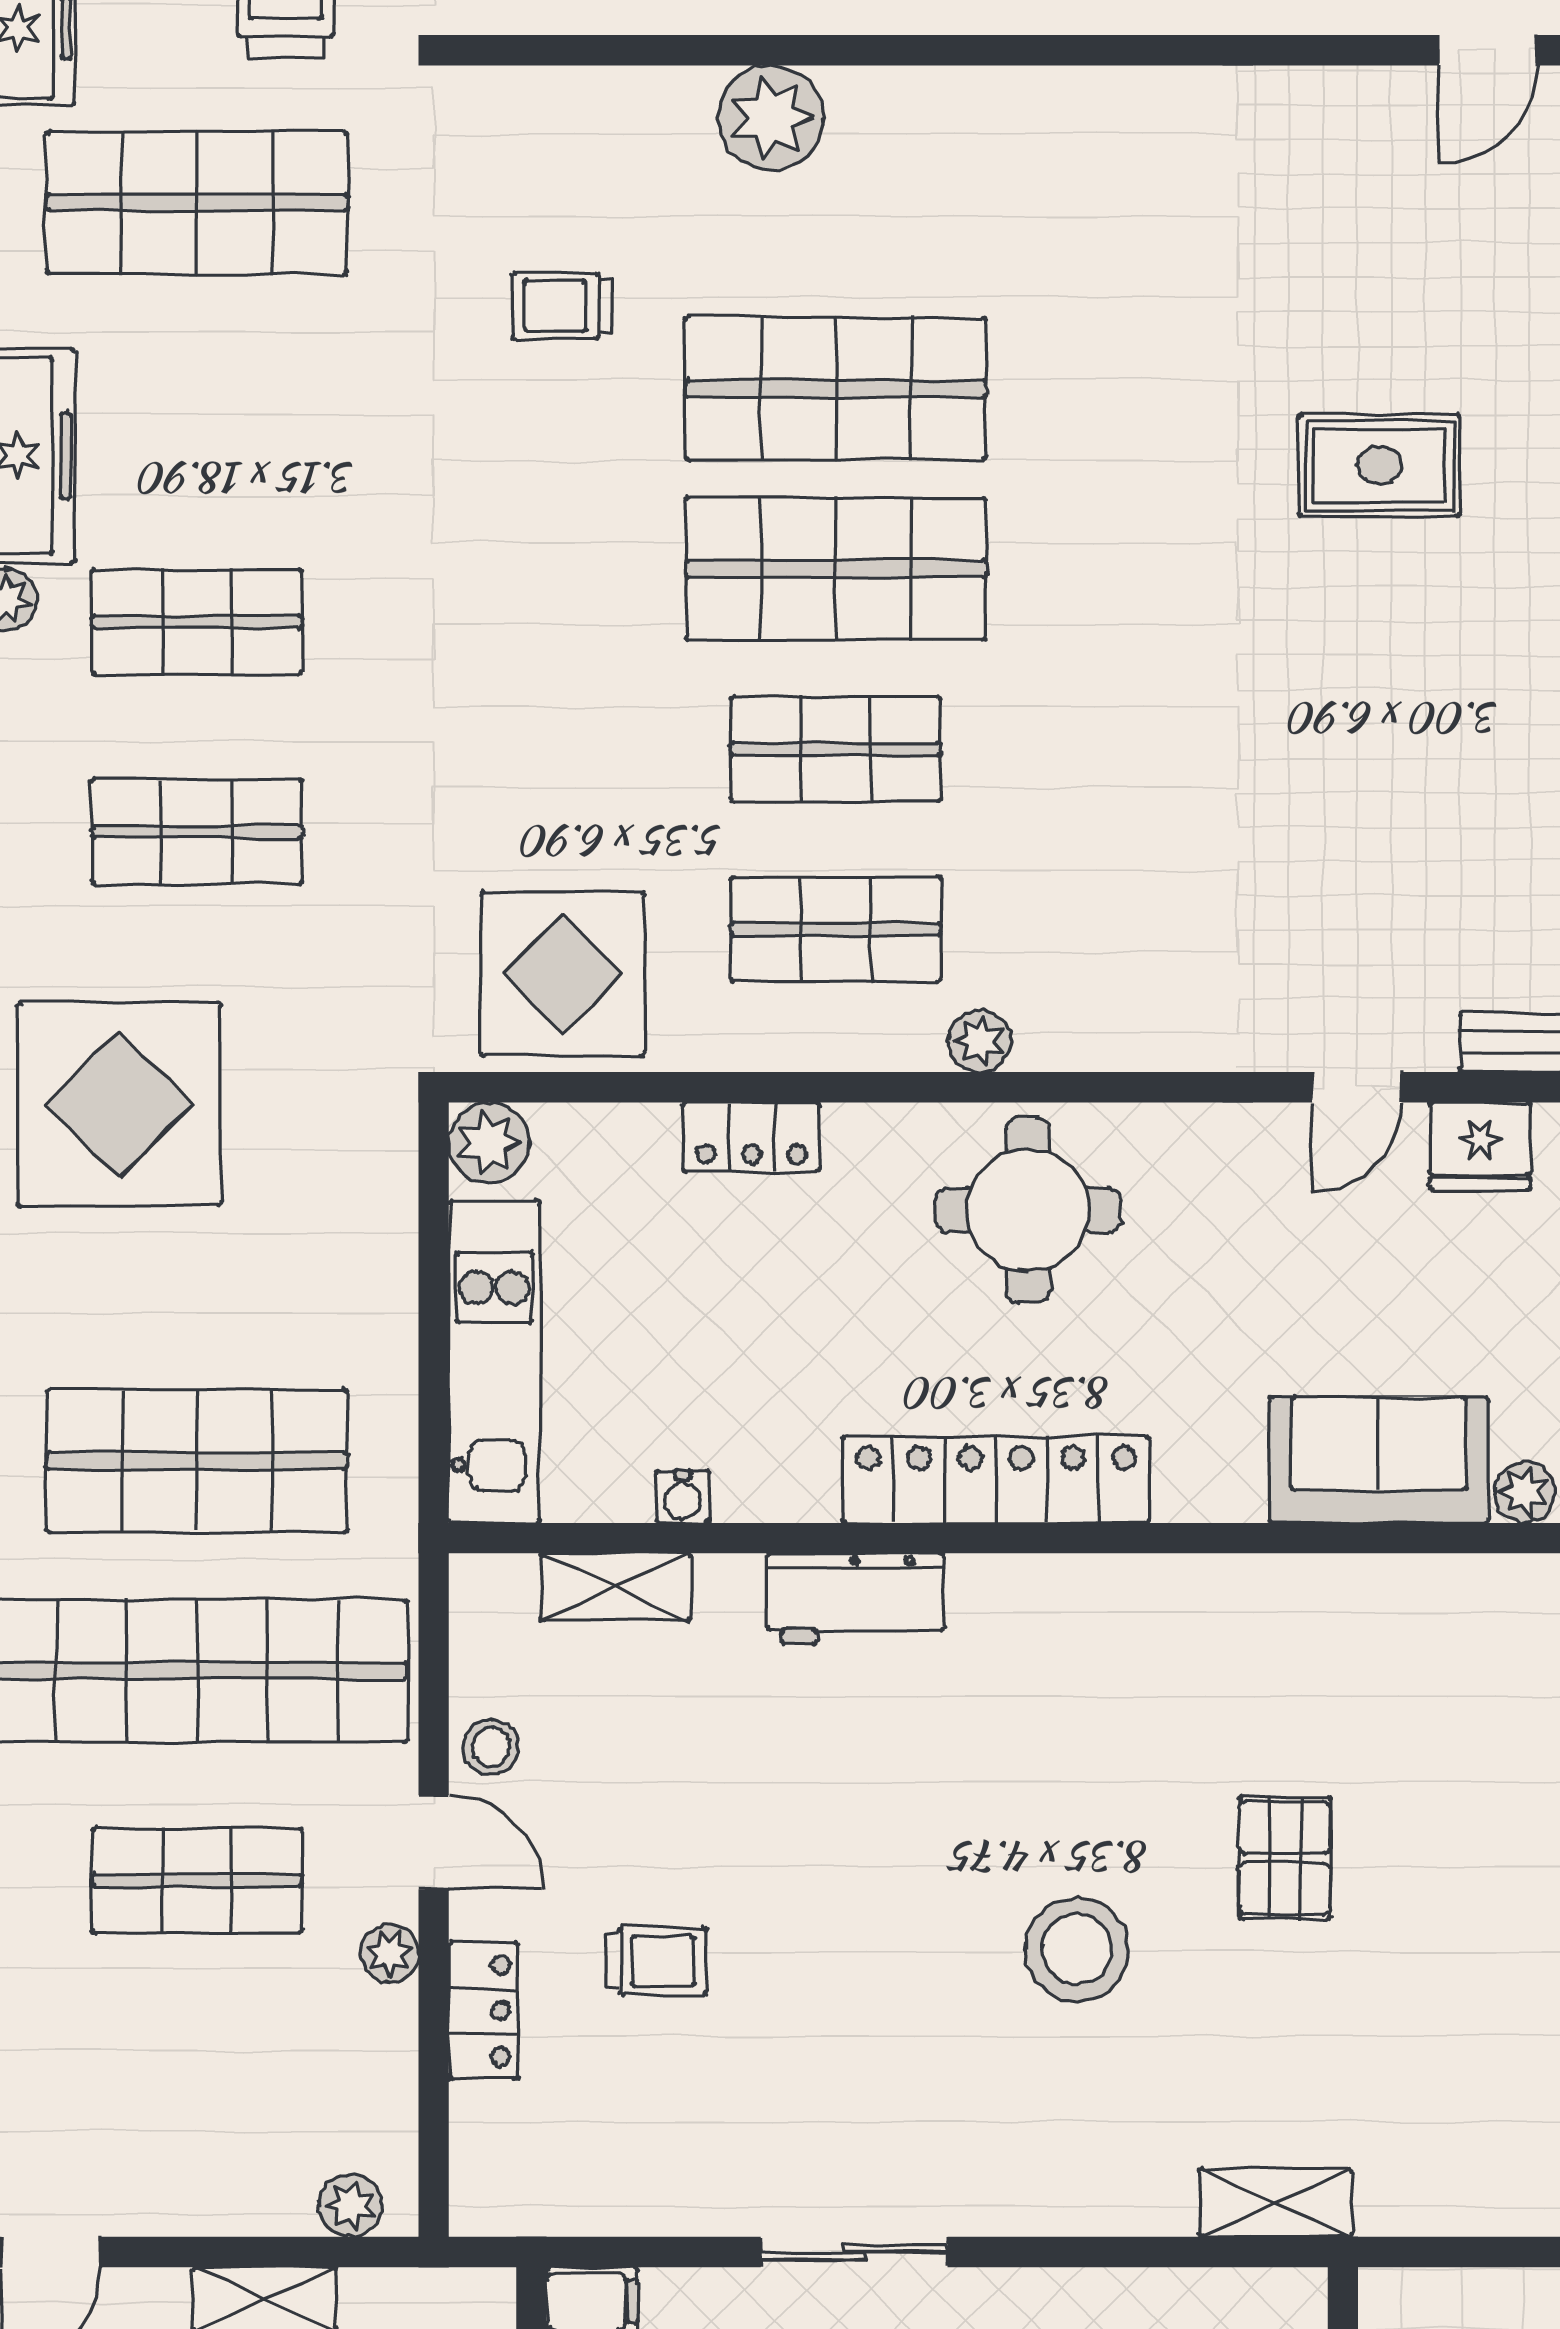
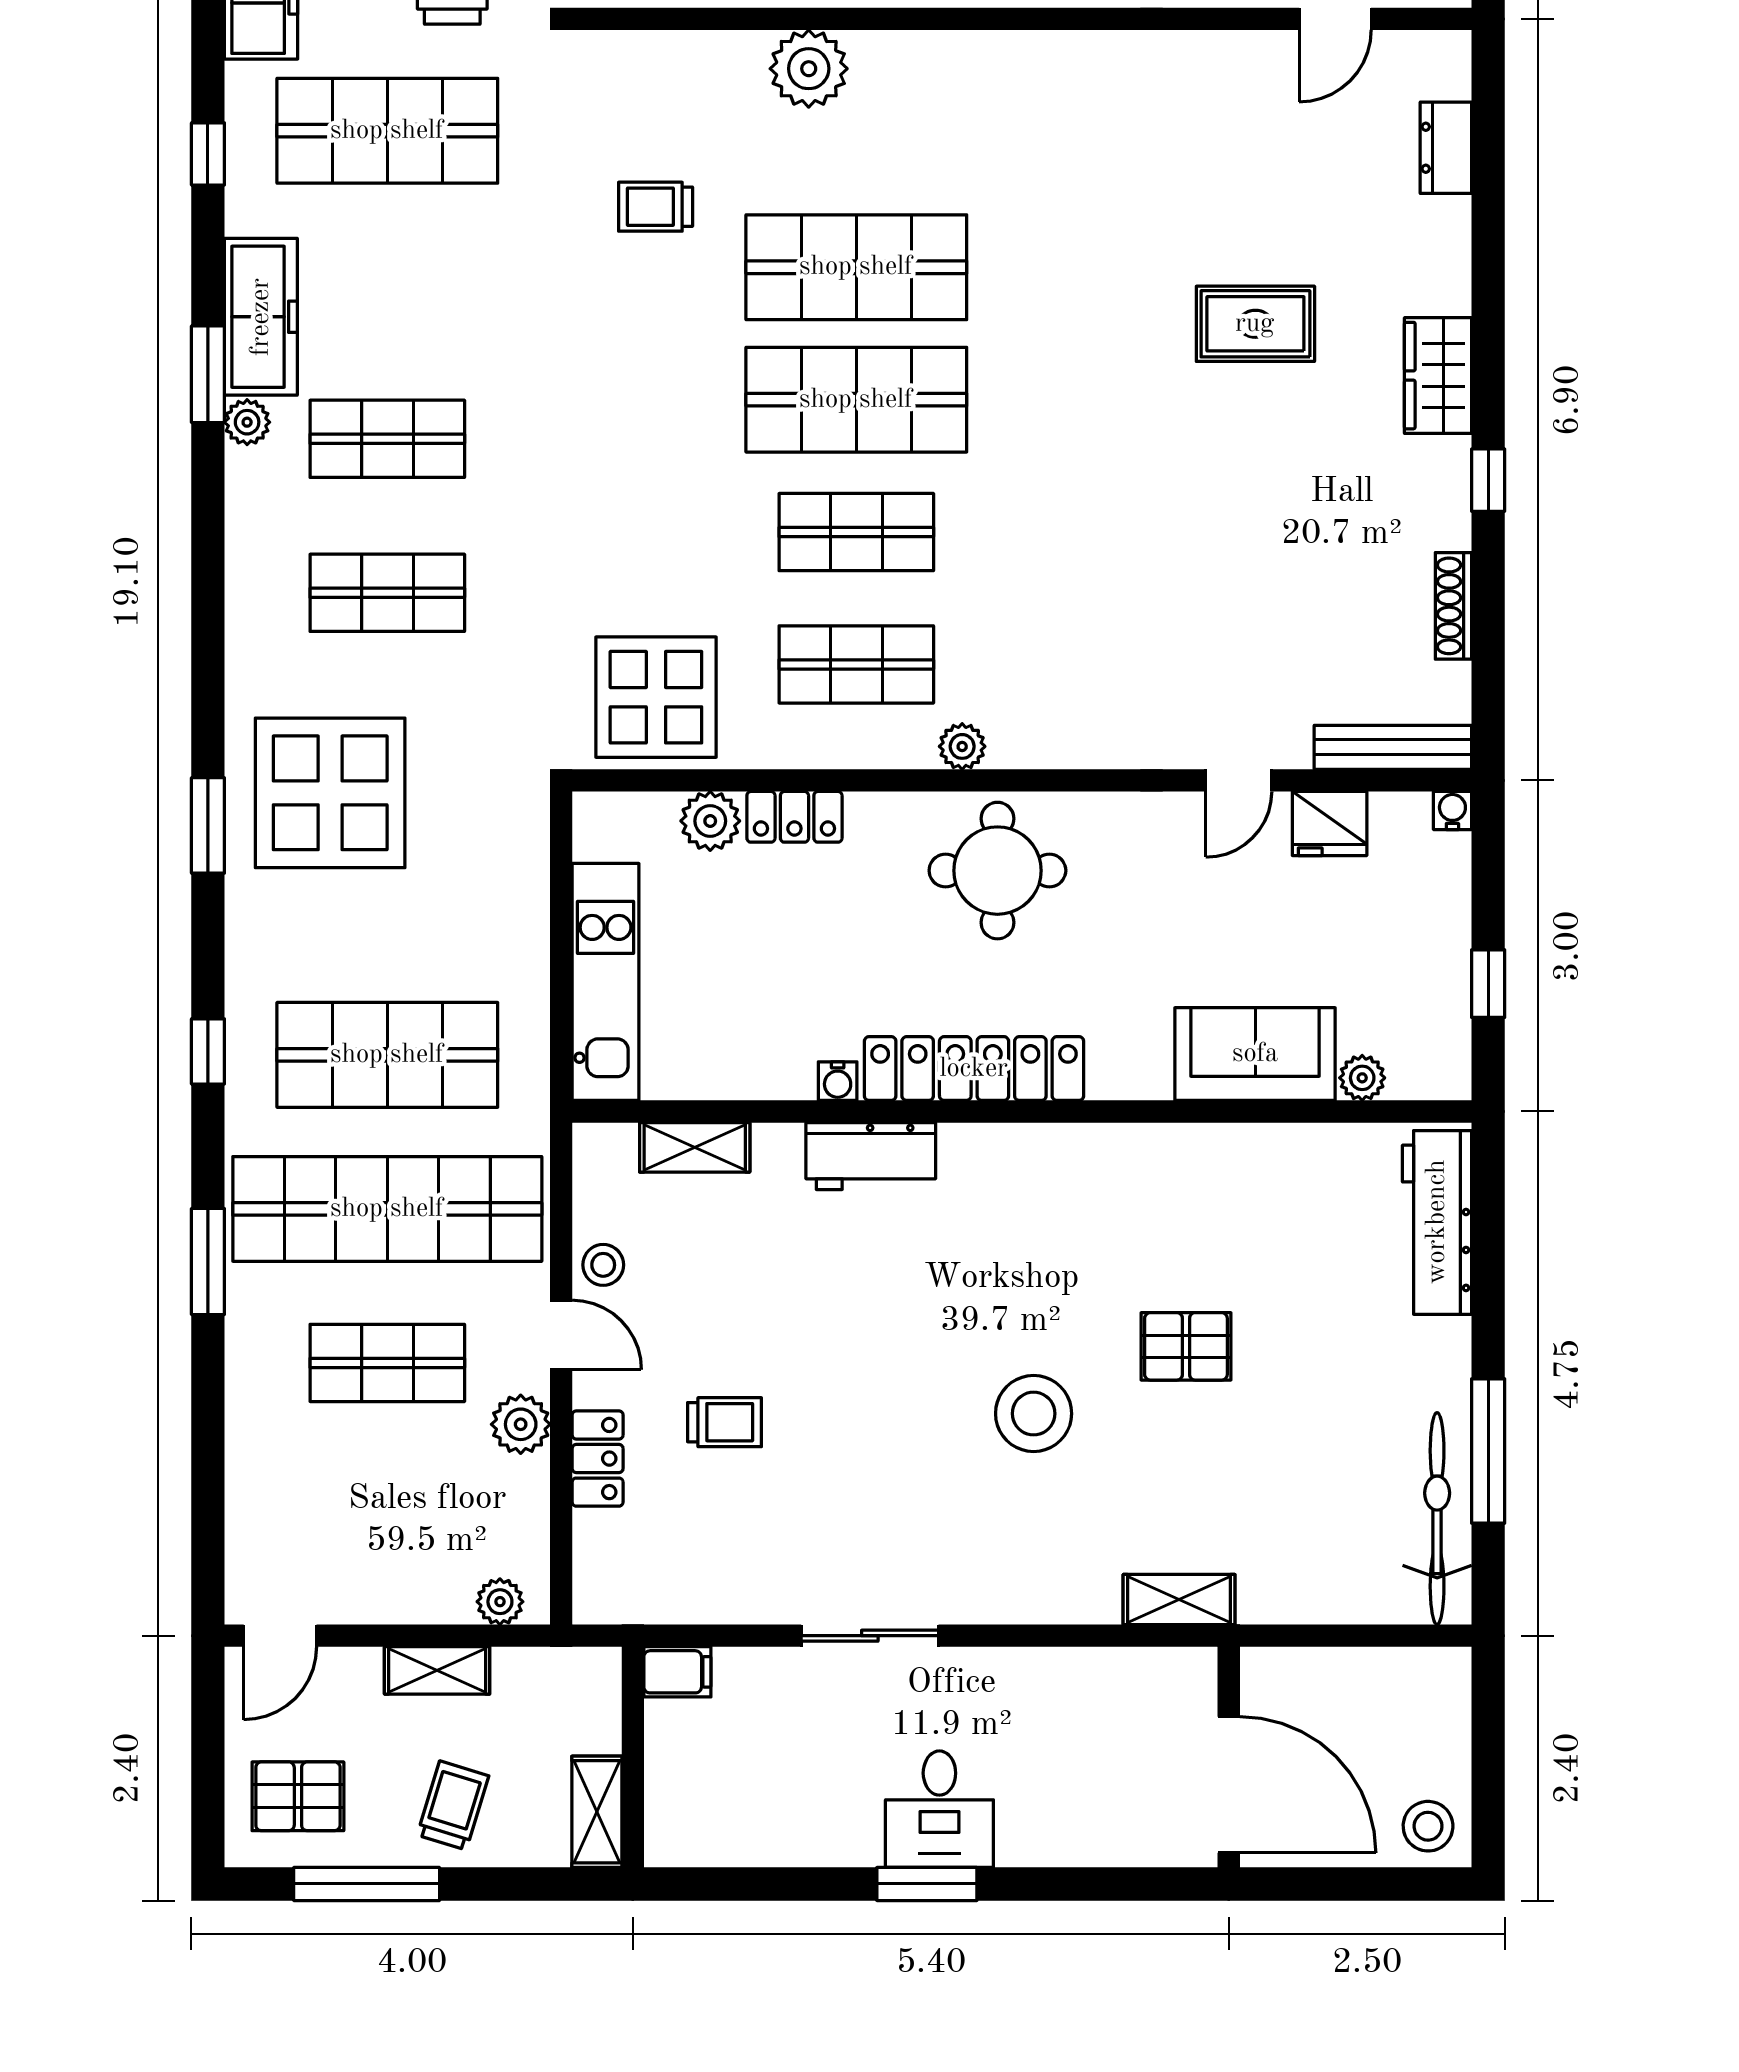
plant: (489, 1143) -> (710, 821), moved
water cooler: (683, 1497) -> (838, 1081), moved
pallet: (1285, 1858) -> (1186, 1346), turned 90
plant: (390, 1953) -> (521, 1424), width x1.38, depth x1.38

